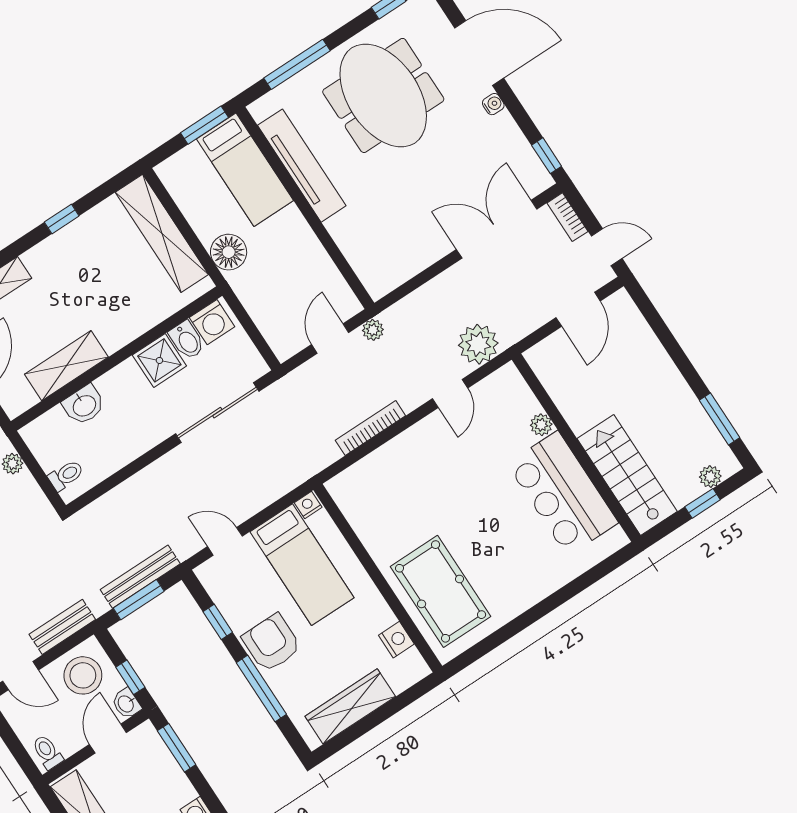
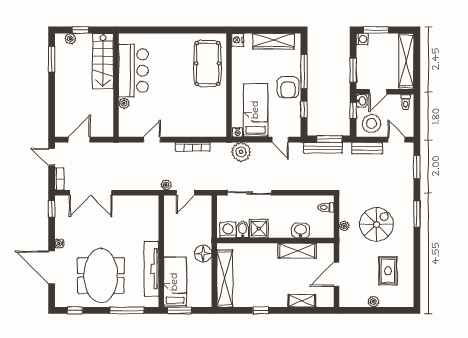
plant: (478, 344) -> (241, 152), moved
nightstand: (396, 640) -> (238, 40), moved

